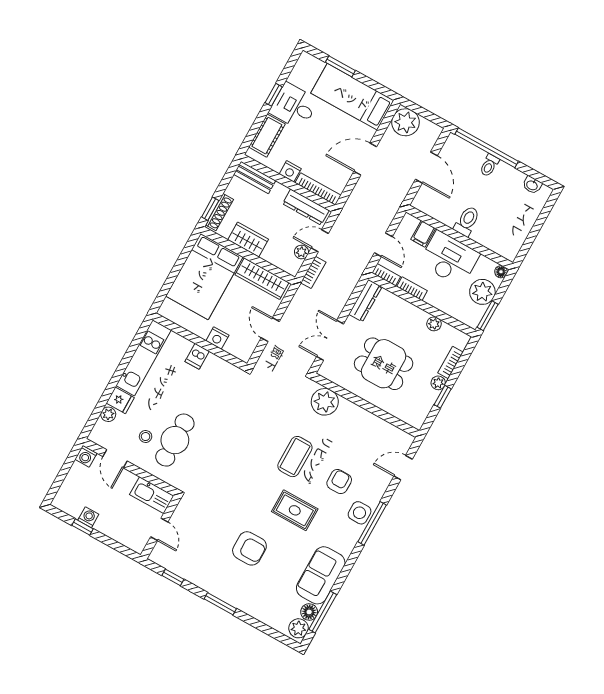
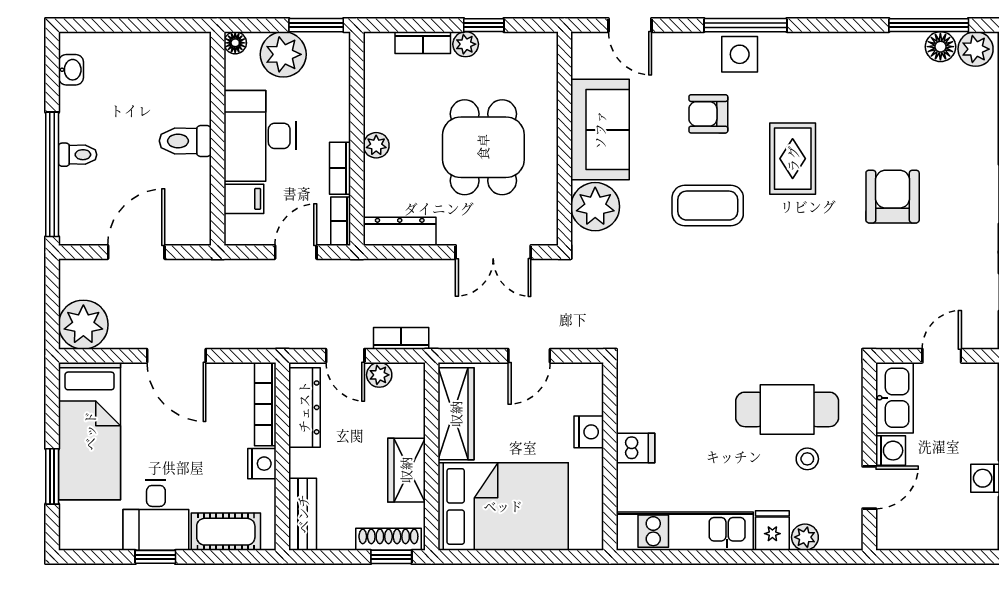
plant: (434, 324) -> (376, 145), moved
washing machine: (86, 456) -> (891, 451), moved
sofa: (321, 575) -> (600, 130), moved, turned -90

